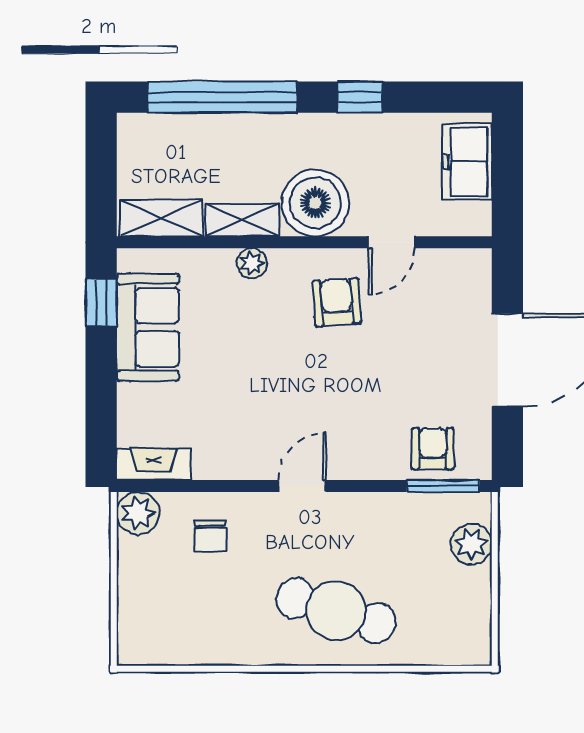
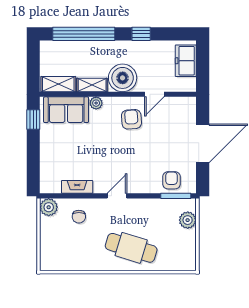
sofa: (148, 327) -> (66, 110), moved, turned 90
fireplace: (154, 464) -> (77, 187), moved

